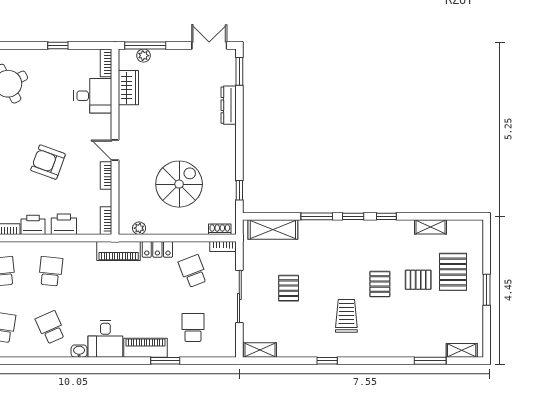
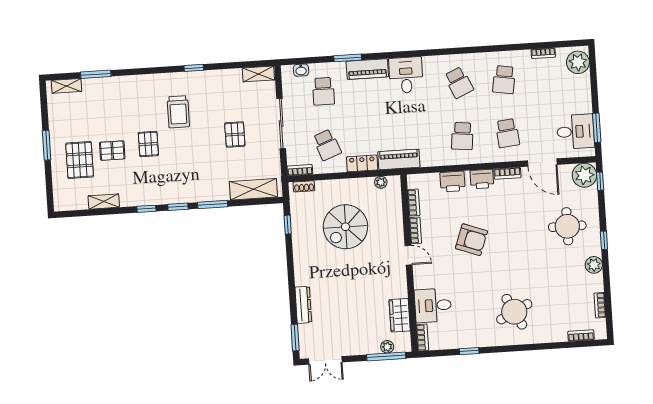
bookcase: (106, 221) -> (414, 203), moved
washbasin: (79, 351) -> (301, 70), moved

